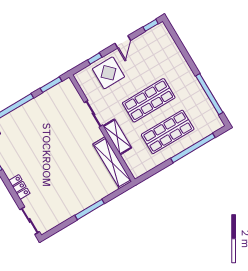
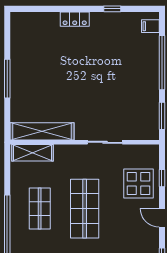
shop shelf: (168, 132) -> (40, 209), width x0.70, depth x0.74
shelving: (117, 137) -> (32, 153), moved
sliding door: (30, 221) -> (33, 9), removed

